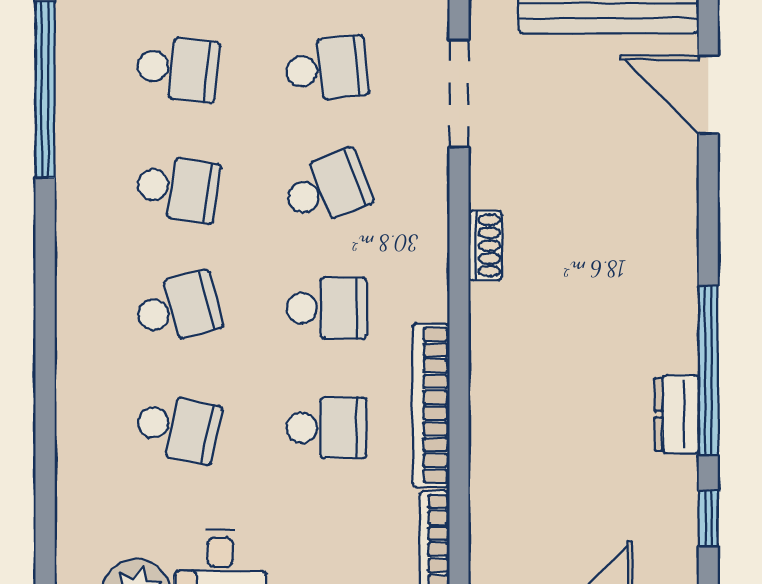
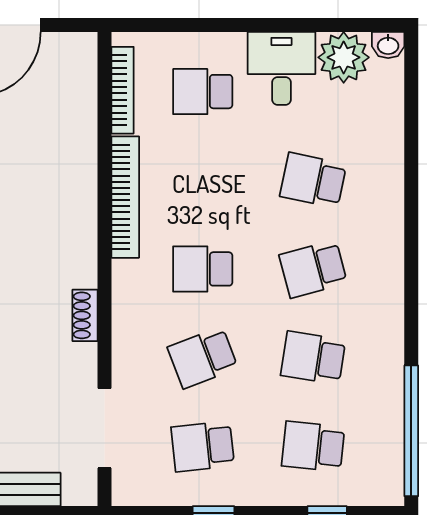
school desk: (327, 428) -> (203, 92), moved

